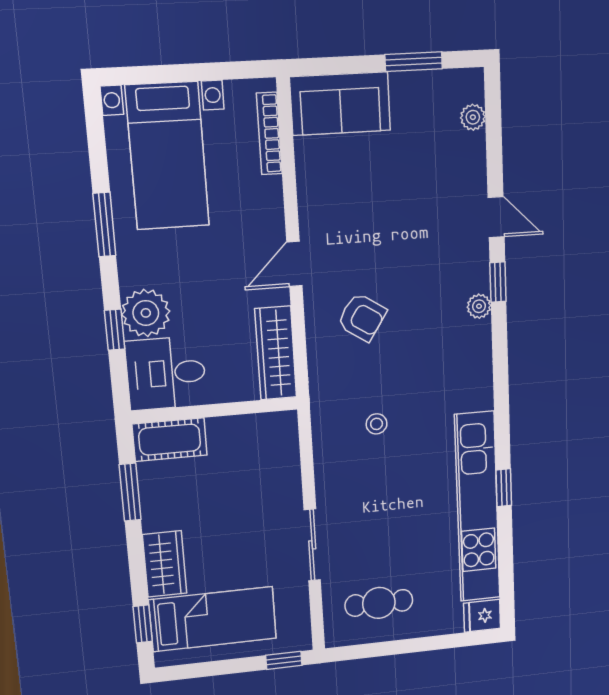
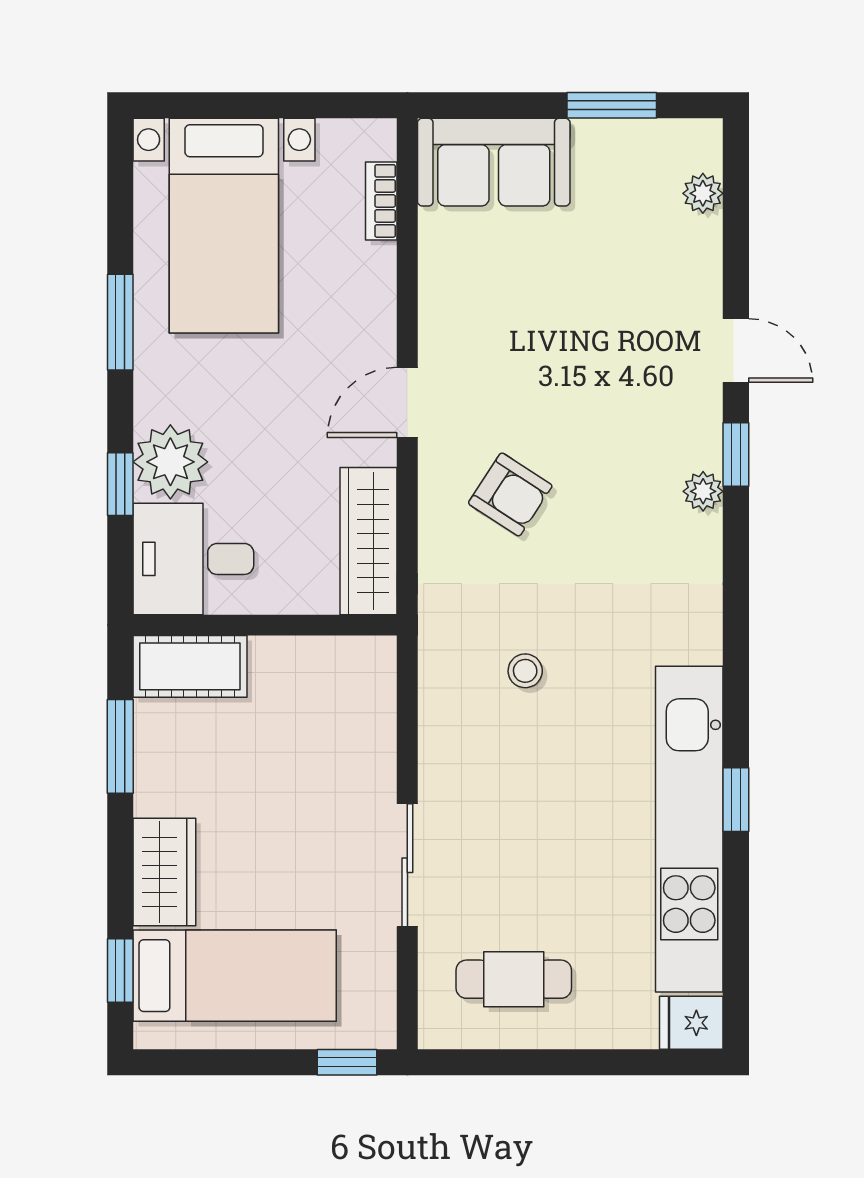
bookcase: (269, 134) -> (381, 201), width x0.64

